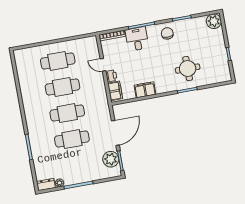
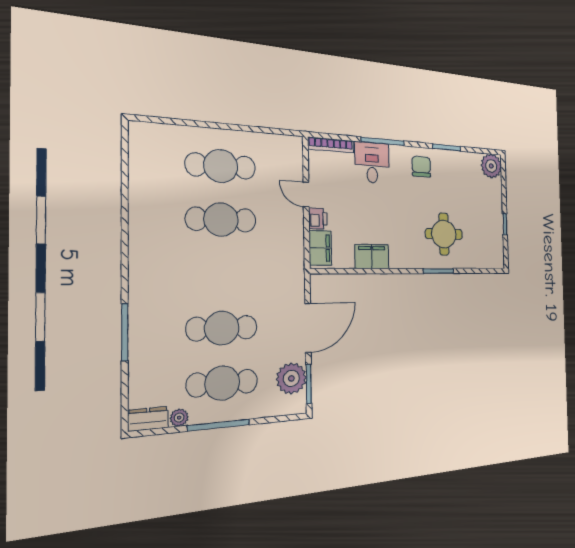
cafe table: (67, 113) -> (222, 383), moved

